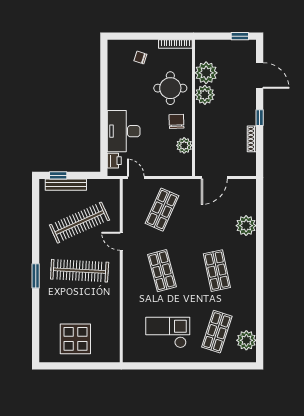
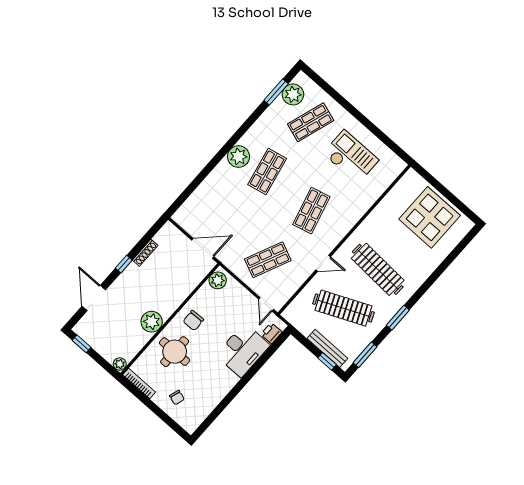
plant: (206, 73) -> (120, 364), moved, width x0.53, depth x0.53
plant: (184, 145) -> (218, 280), moved
window: (36, 203) -> (365, 355), added
plant: (246, 226) -> (238, 157), moved
door: (121, 241) -> (323, 263), hinge flipped
window: (36, 276) -> (398, 318), moved
checkout: (168, 332) -> (351, 157), turned 180
window: (260, 332) -> (276, 92), added
display table: (75, 339) -> (430, 217), width x1.36, depth x1.36

